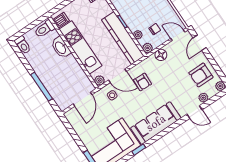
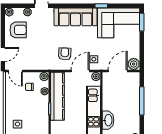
floor lamp: (161, 55) -> (38, 65), removed
door: (117, 76) -> (80, 71), hinge flipped
plant: (72, 116) -> (134, 64), added

